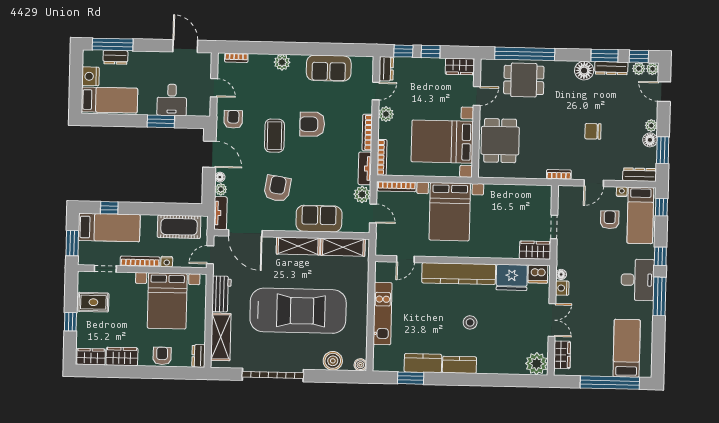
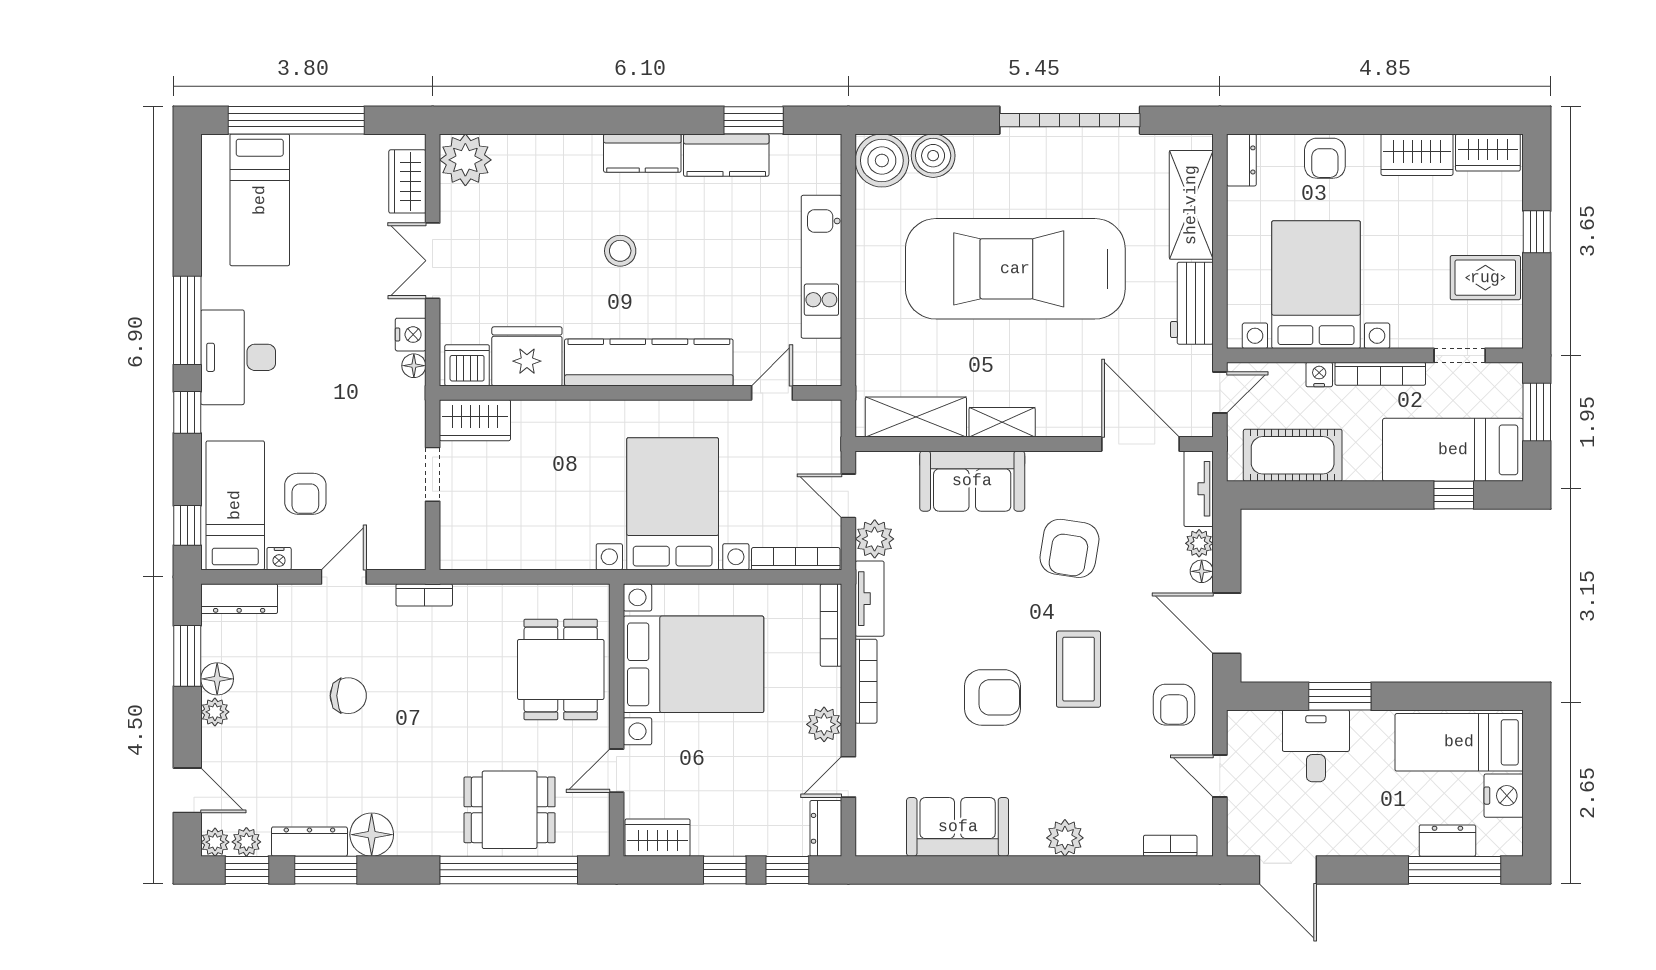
shelving: (298, 246) -> (1002, 422), width x0.67, depth x0.75
boiler: (360, 365) -> (882, 160), width x1.86, depth x1.86

